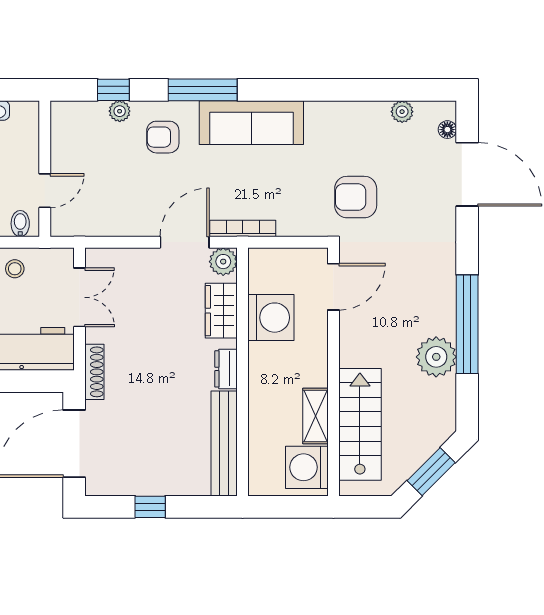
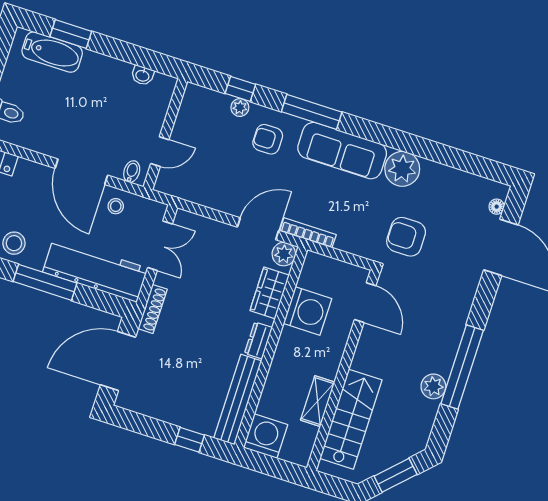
plant: (402, 112) -> (402, 169), moved, width x1.88, depth x1.88
door: (333, 287) -> (365, 303), hinge flipped
plant: (436, 357) -> (433, 386), width x0.73, depth x0.73
washing machine: (307, 467) -> (265, 436), moved, turned 90
window: (150, 507) -> (190, 440), moved

